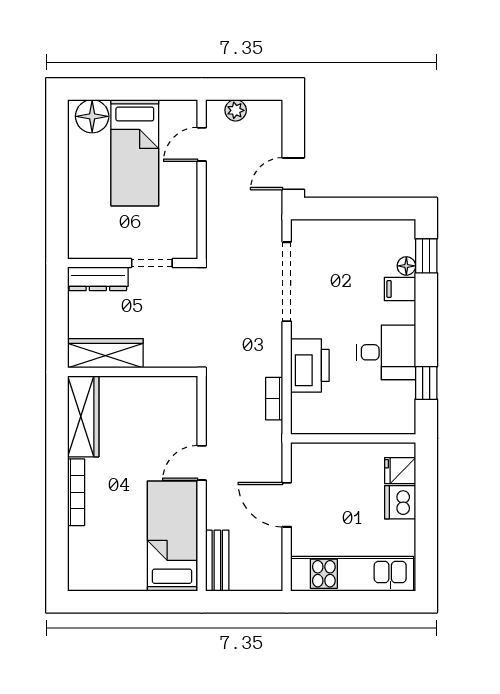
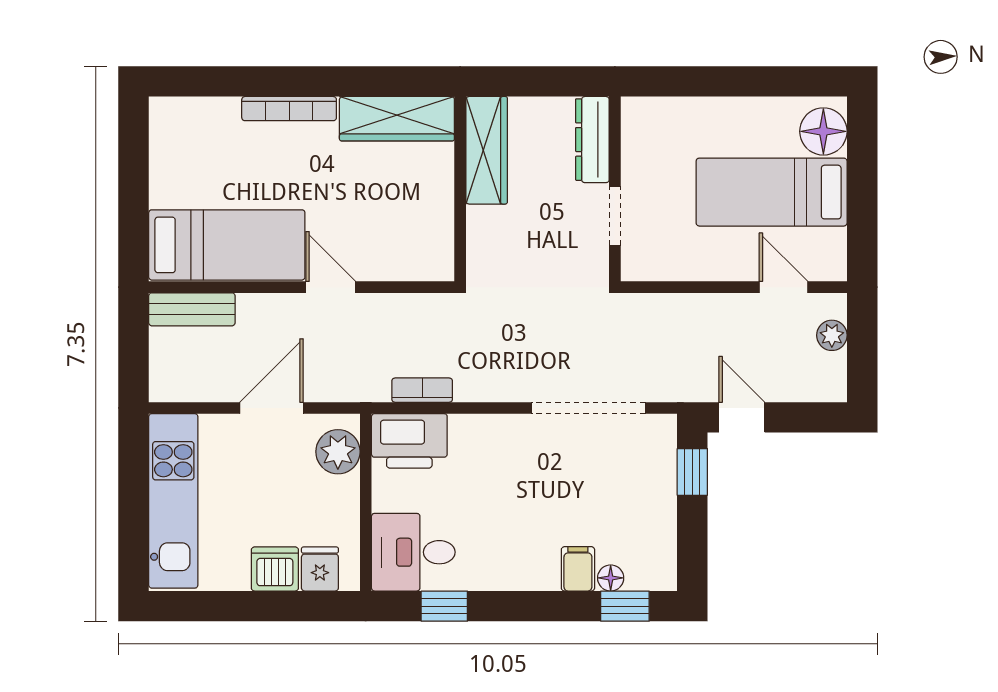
window: (332, 209) -> (692, 472), added
desk: (386, 352) -> (413, 552), moved, turned 90
printer: (310, 365) -> (409, 441), moved
plant: (318, 458) -> (338, 452), added

